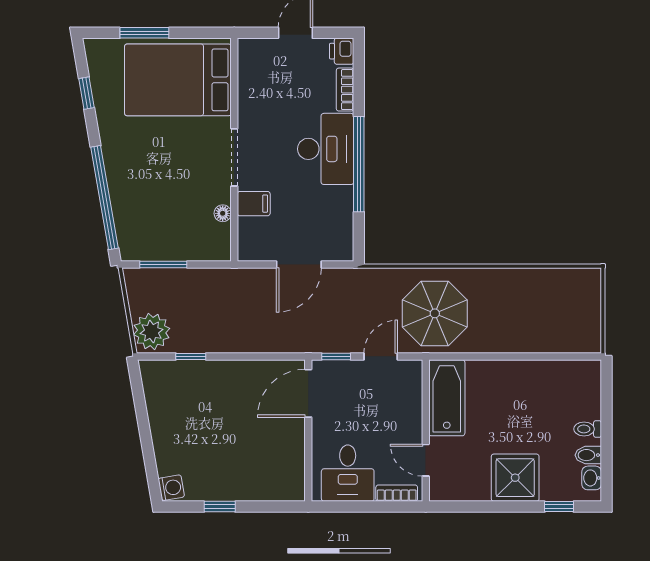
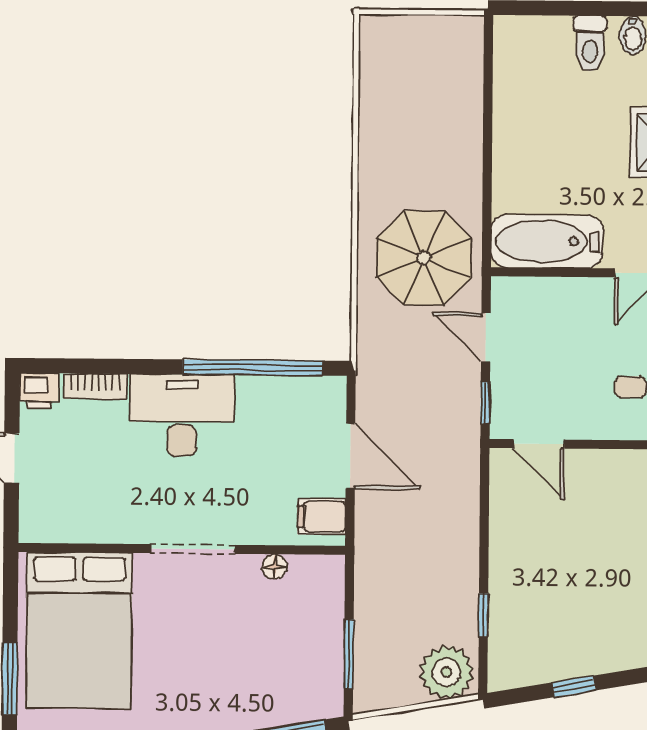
window: (359, 164) -> (253, 367), moved
filing cabinet: (254, 204) -> (322, 517), moved, turned -90
door: (308, 393) -> (539, 444), width x0.73
window: (143, 419) -> (574, 686), added
toilet: (588, 429) -> (590, 44), width x1.37, depth x1.39

